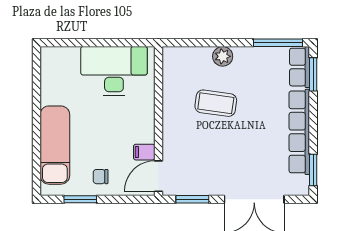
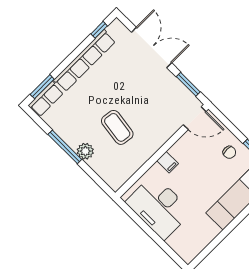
window: (278, 43) -> (65, 147), moved
filing cabinet: (144, 152) -> (168, 162), moved
window: (313, 170) -> (99, 30), width x0.67

